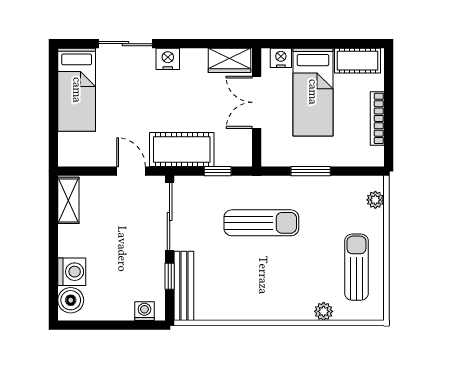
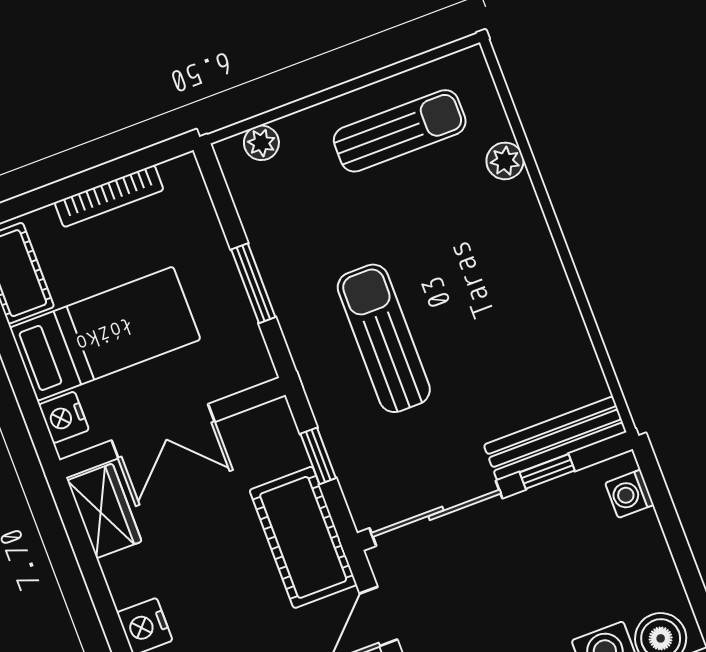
sun lounger: (356, 267) -> (400, 131), turned 180

